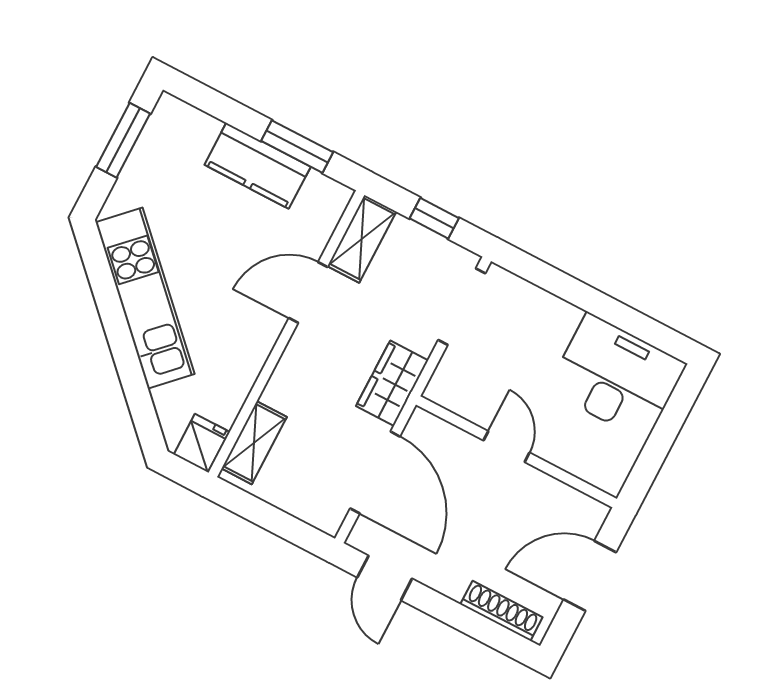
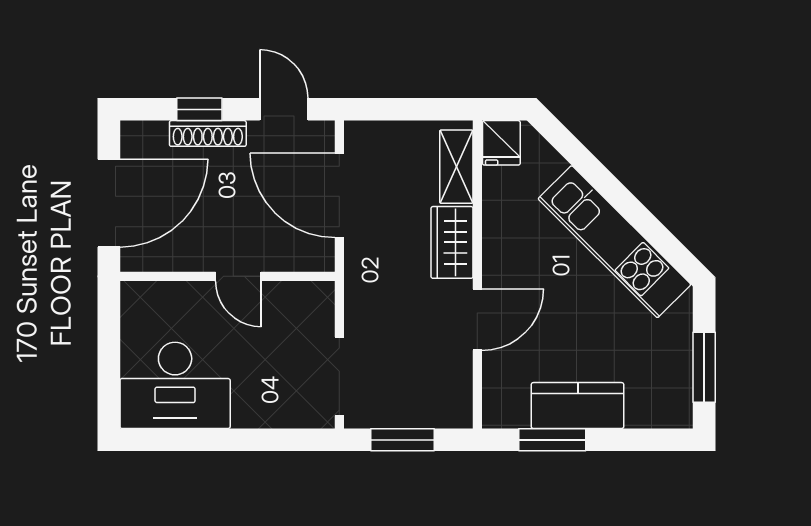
window: (434, 218) -> (402, 440), width x1.50
shelving: (362, 239) -> (455, 390), removed
wardrobe: (392, 383) -> (452, 242), moved, turned 180
door: (590, 576) -> (109, 203), width x1.36
shoe rack: (501, 611) -> (208, 133), moved
window: (462, 618) -> (199, 109), added

